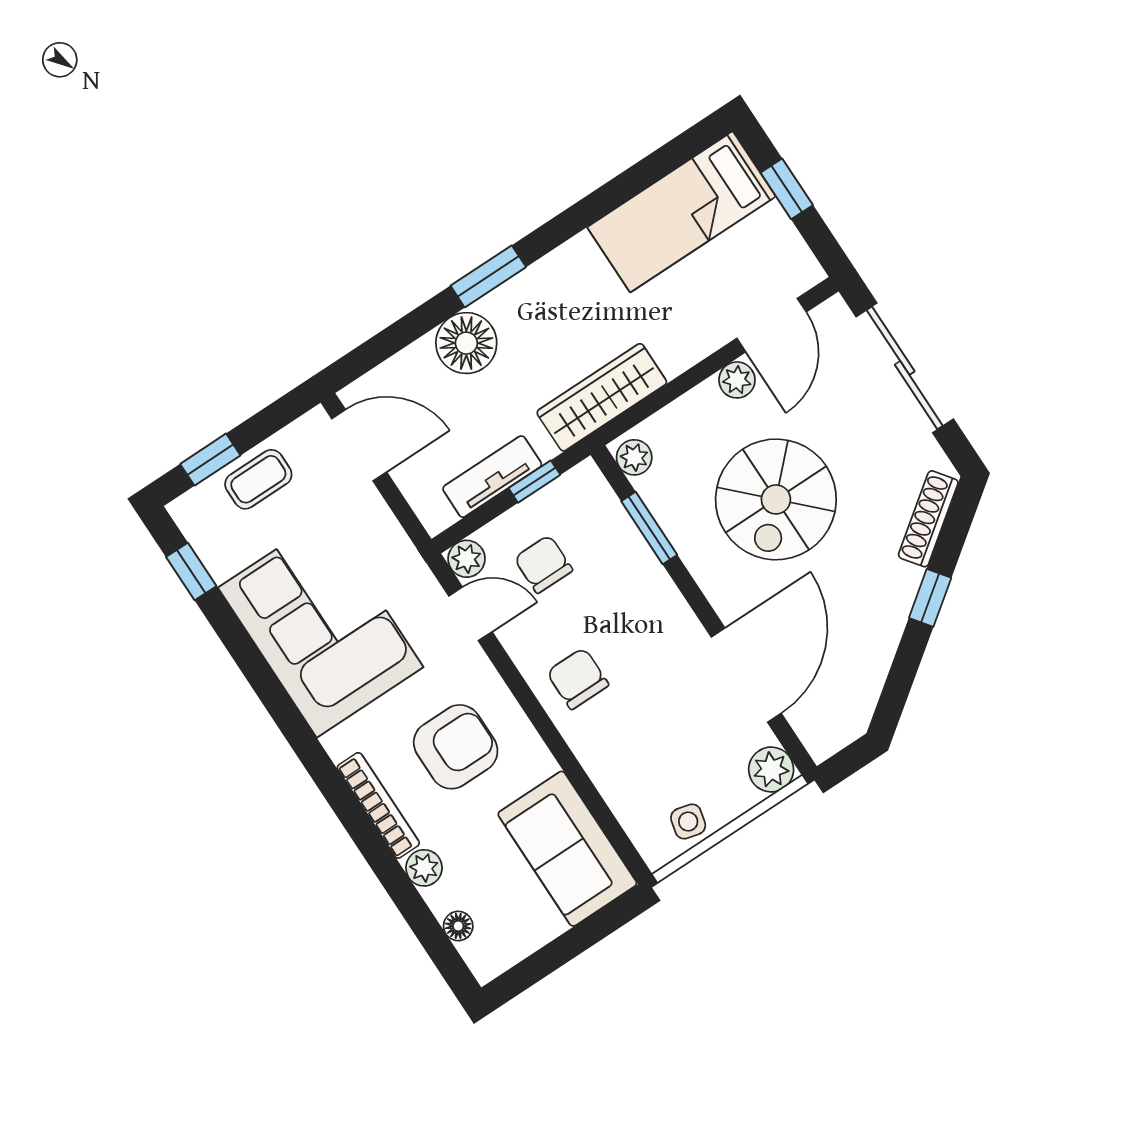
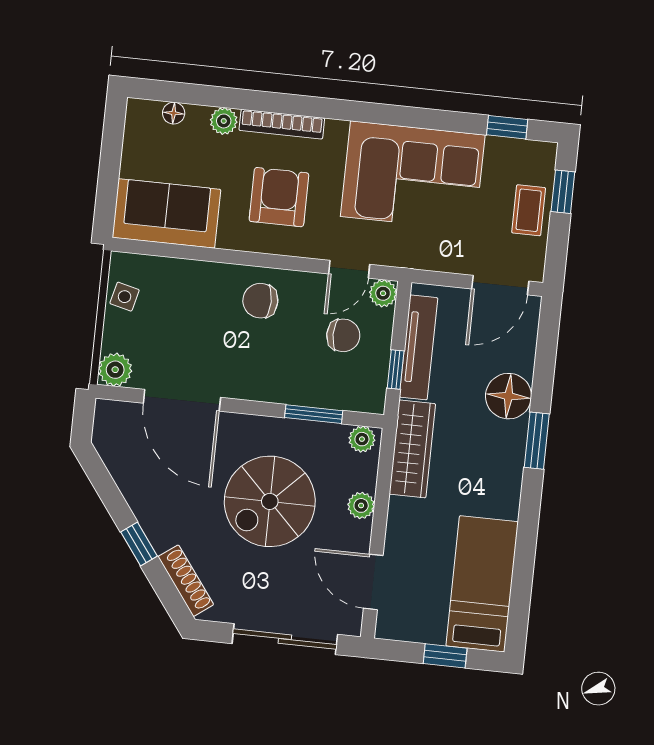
plant: (737, 380) -> (361, 505), moved
tv unit: (492, 477) -> (419, 347), width x1.41
spiral stairs: (776, 499) -> (270, 501), turned -90
chair: (578, 679) -> (260, 301), turned 180
armchair: (456, 747) -> (279, 197), turned 180

